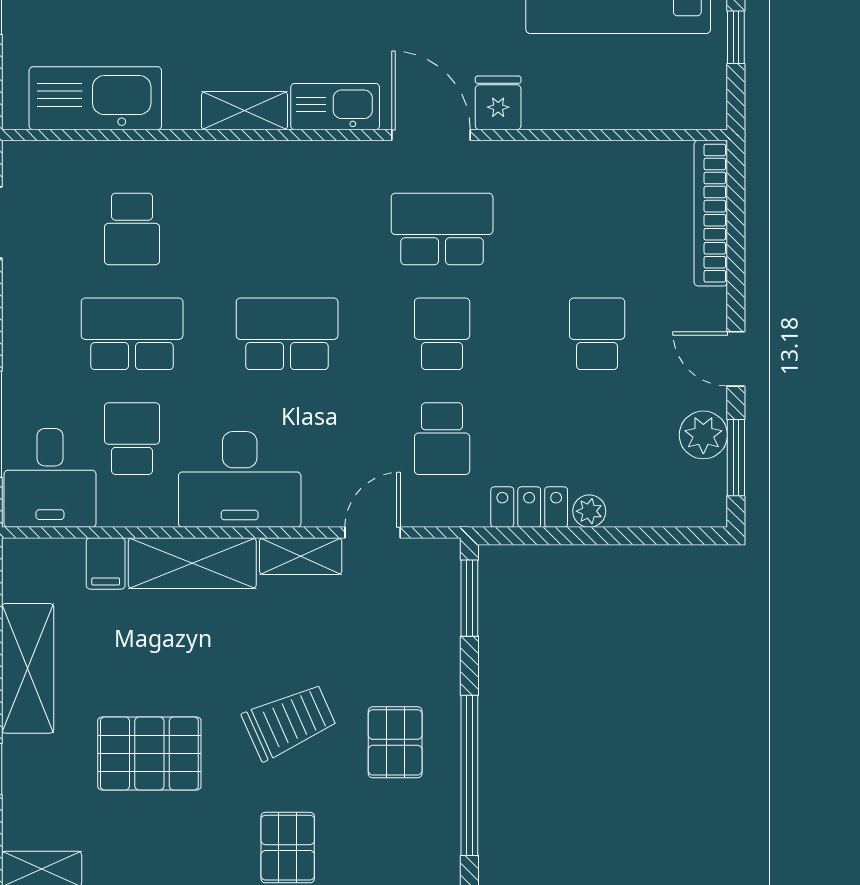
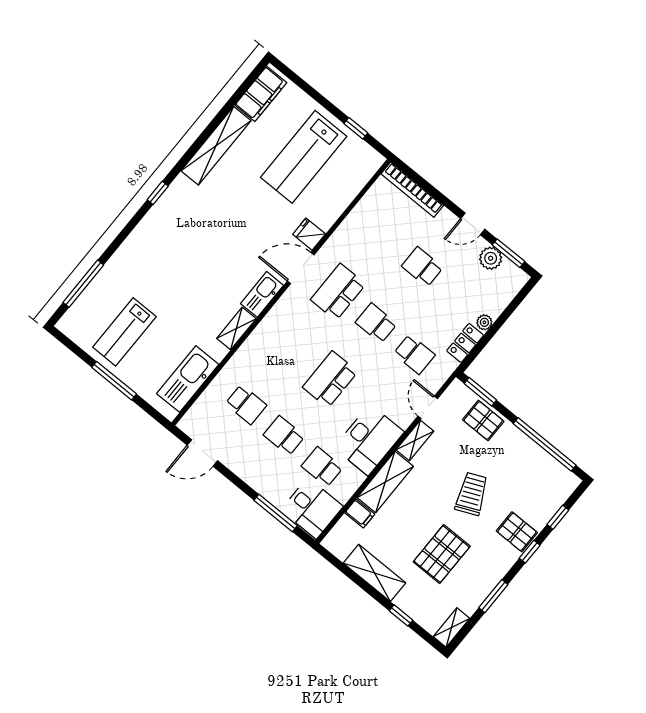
school desk: (132, 334) -> (284, 436), width x0.54
pallet: (395, 742) -> (483, 421), moved

